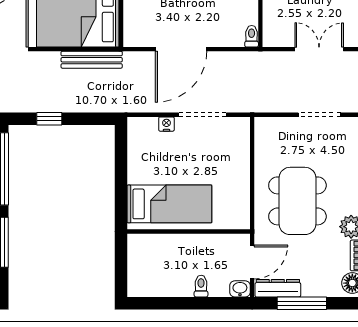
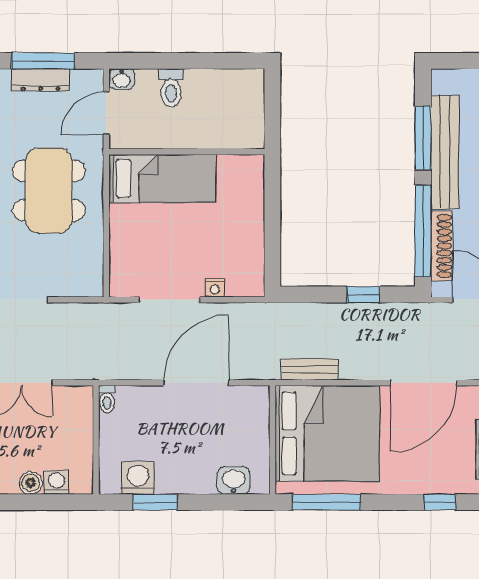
bench: (92, 60) -> (310, 369), width x0.73
bed: (169, 204) -> (162, 178), moved, turned 180
toilet: (201, 286) -> (171, 88), width x1.37, depth x1.39
dresser: (278, 288) -> (41, 80), moved

